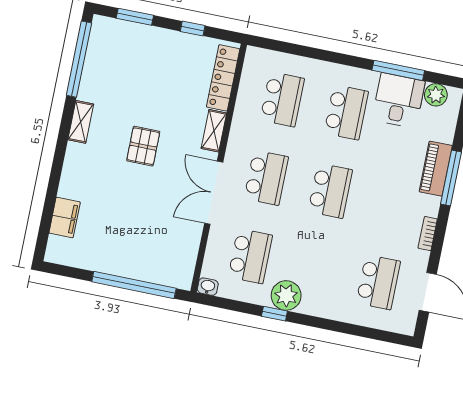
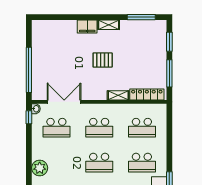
window: (193, 29) -> (169, 73), width x2.17
window: (79, 59) -> (141, 17), width x0.68
double door: (214, 193) -> (64, 102), moved
filing cabinet: (65, 218) -> (87, 26), moved
plant: (286, 295) -> (40, 168), moved
window: (274, 314) -> (29, 117), moved

